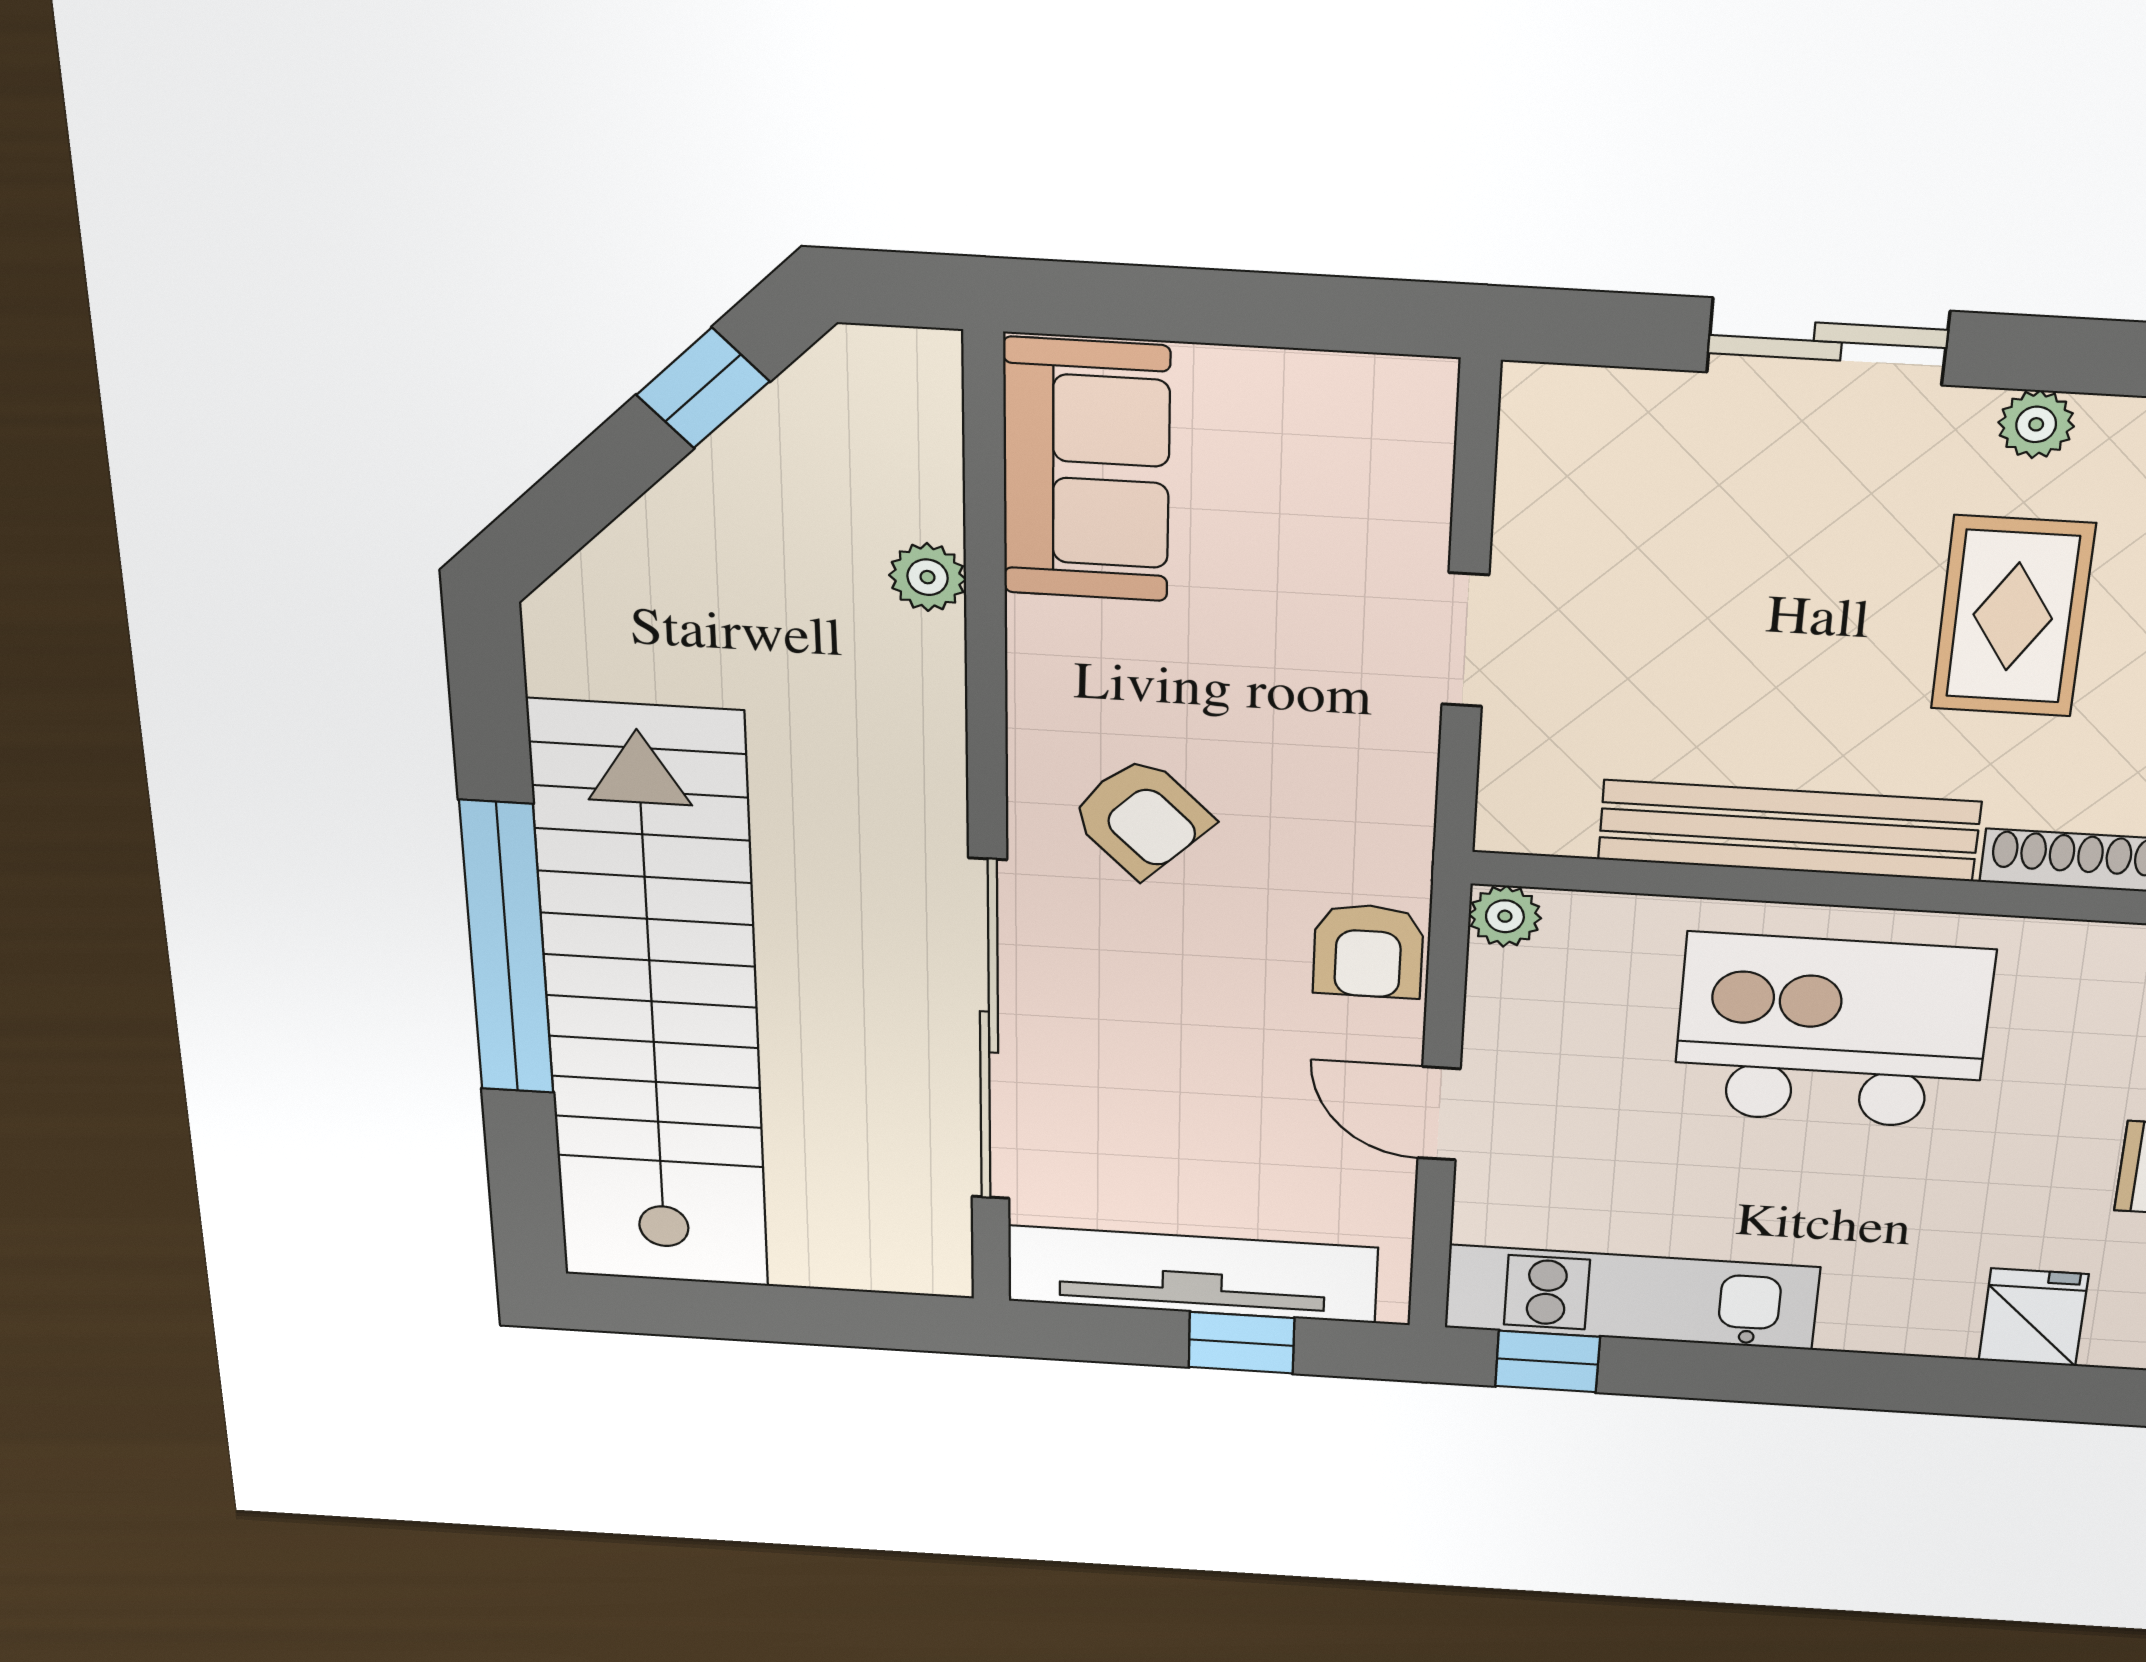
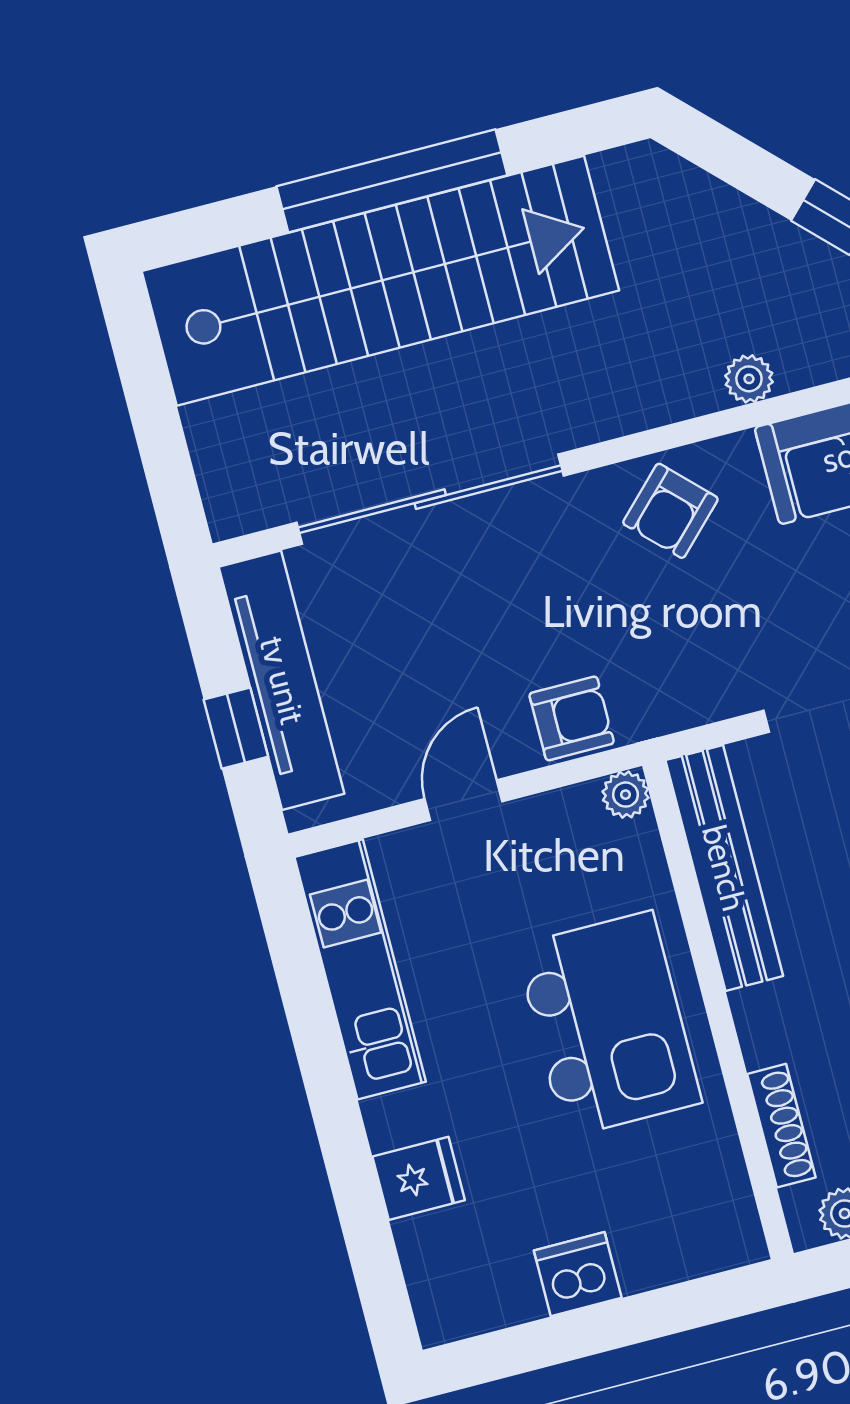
armchair: (1141, 817) -> (670, 511), moved
bench: (1789, 831) -> (724, 868), moved
armchair: (1368, 951) -> (572, 718), turned 180
fridge: (2033, 1317) -> (419, 1178), moved
window: (1548, 1361) -> (289, 932), removed

